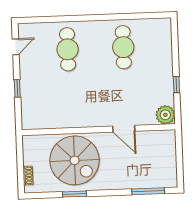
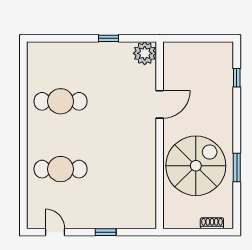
window: (148, 191) -> (237, 78), width x0.46

